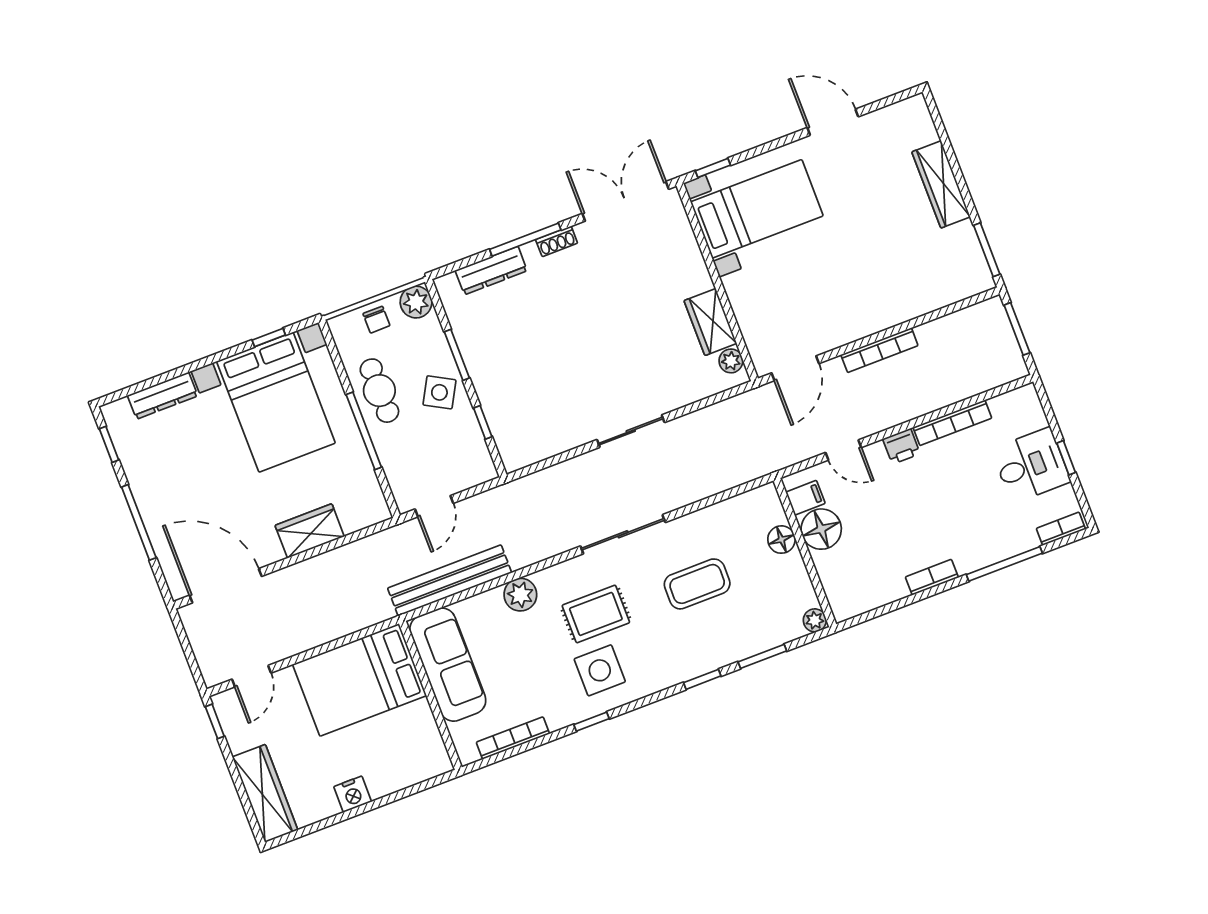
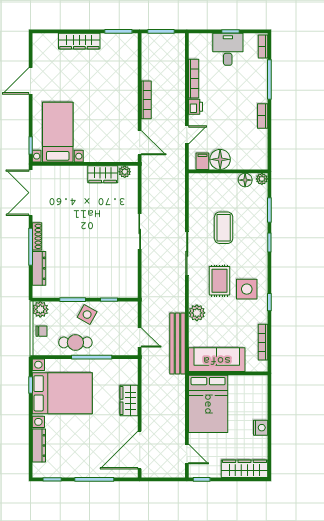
shoe rack: (557, 241) -> (37, 236), width x1.43
floor lamp: (781, 540) -> (245, 180), moved

